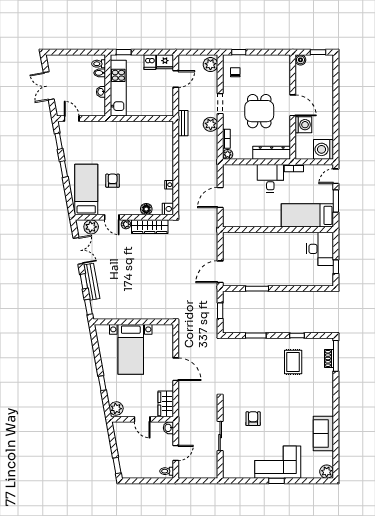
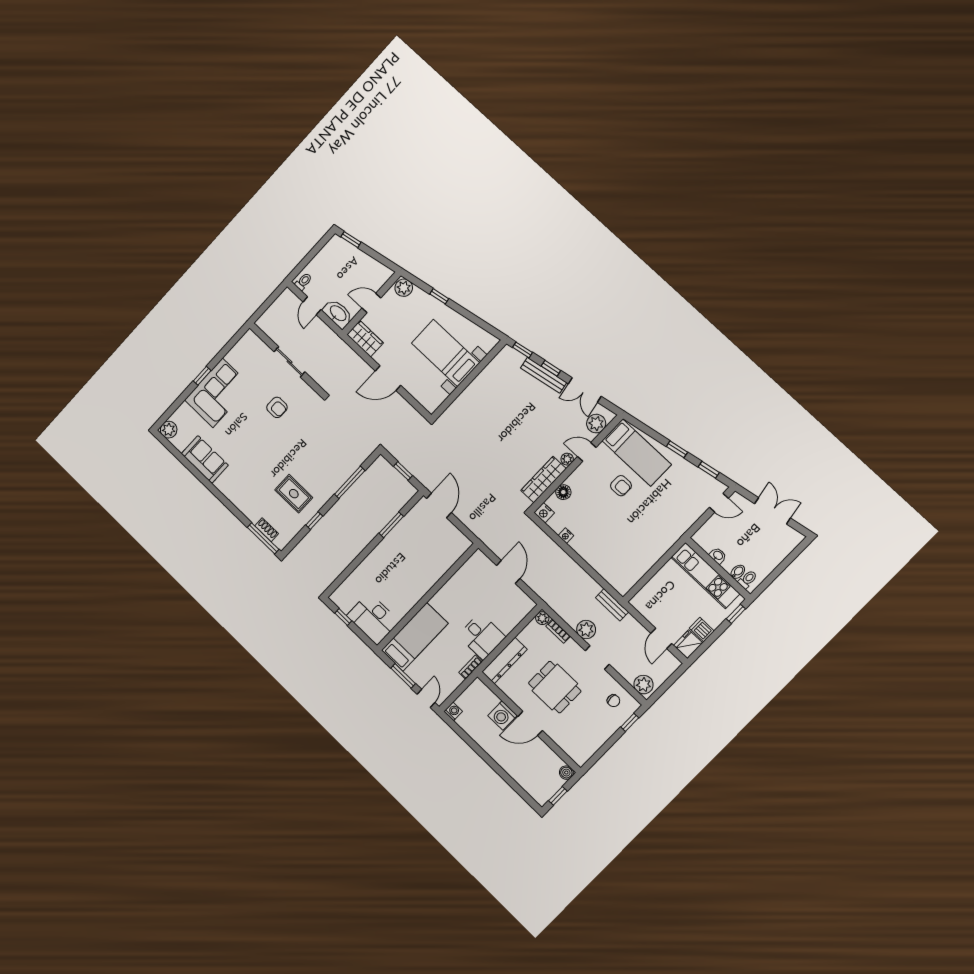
washing machine: (323, 149) -> (453, 711), width x0.53, depth x0.53
window: (256, 336) -> (350, 482), width x1.44
washbasin: (168, 428) -> (338, 314), width x1.91, depth x1.45

